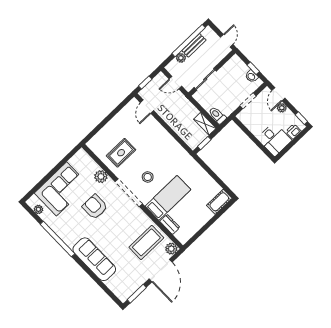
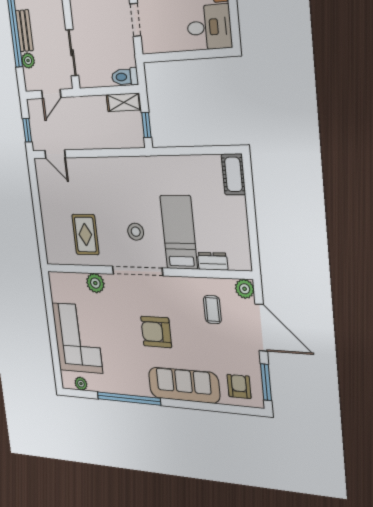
armchair: (95, 207) -> (156, 332), moved
coffee table: (146, 242) -> (212, 310), width x0.54, depth x0.58
armchair: (122, 284) -> (239, 386), added

